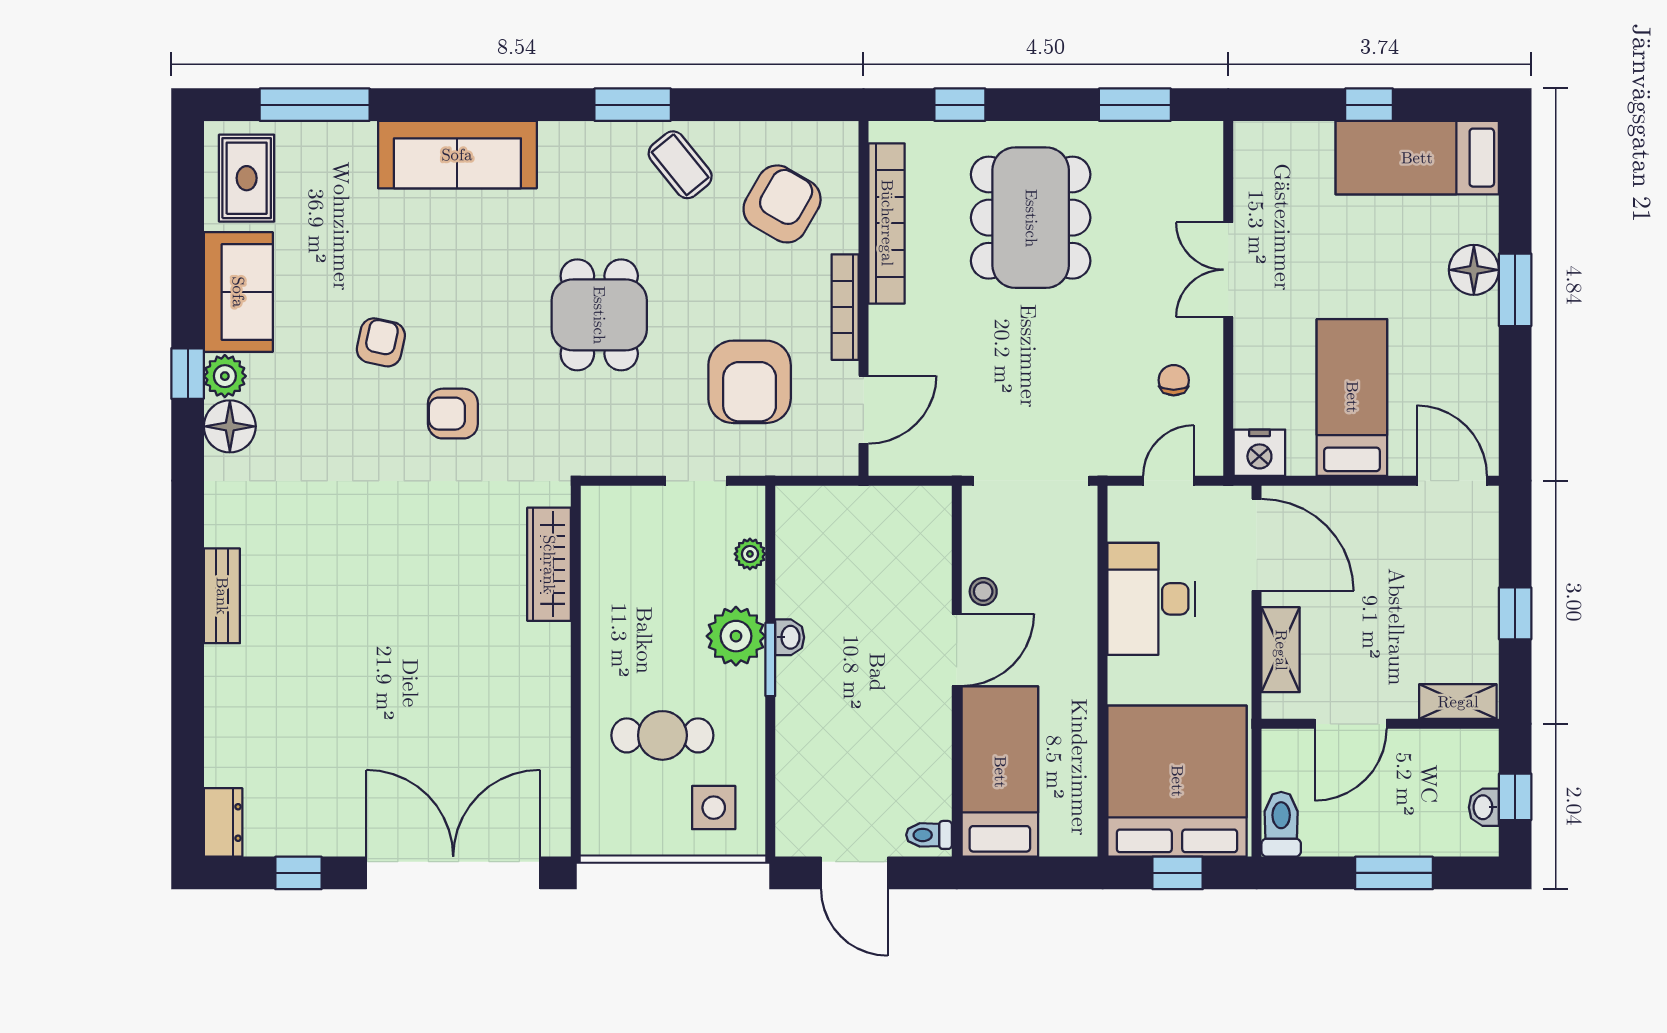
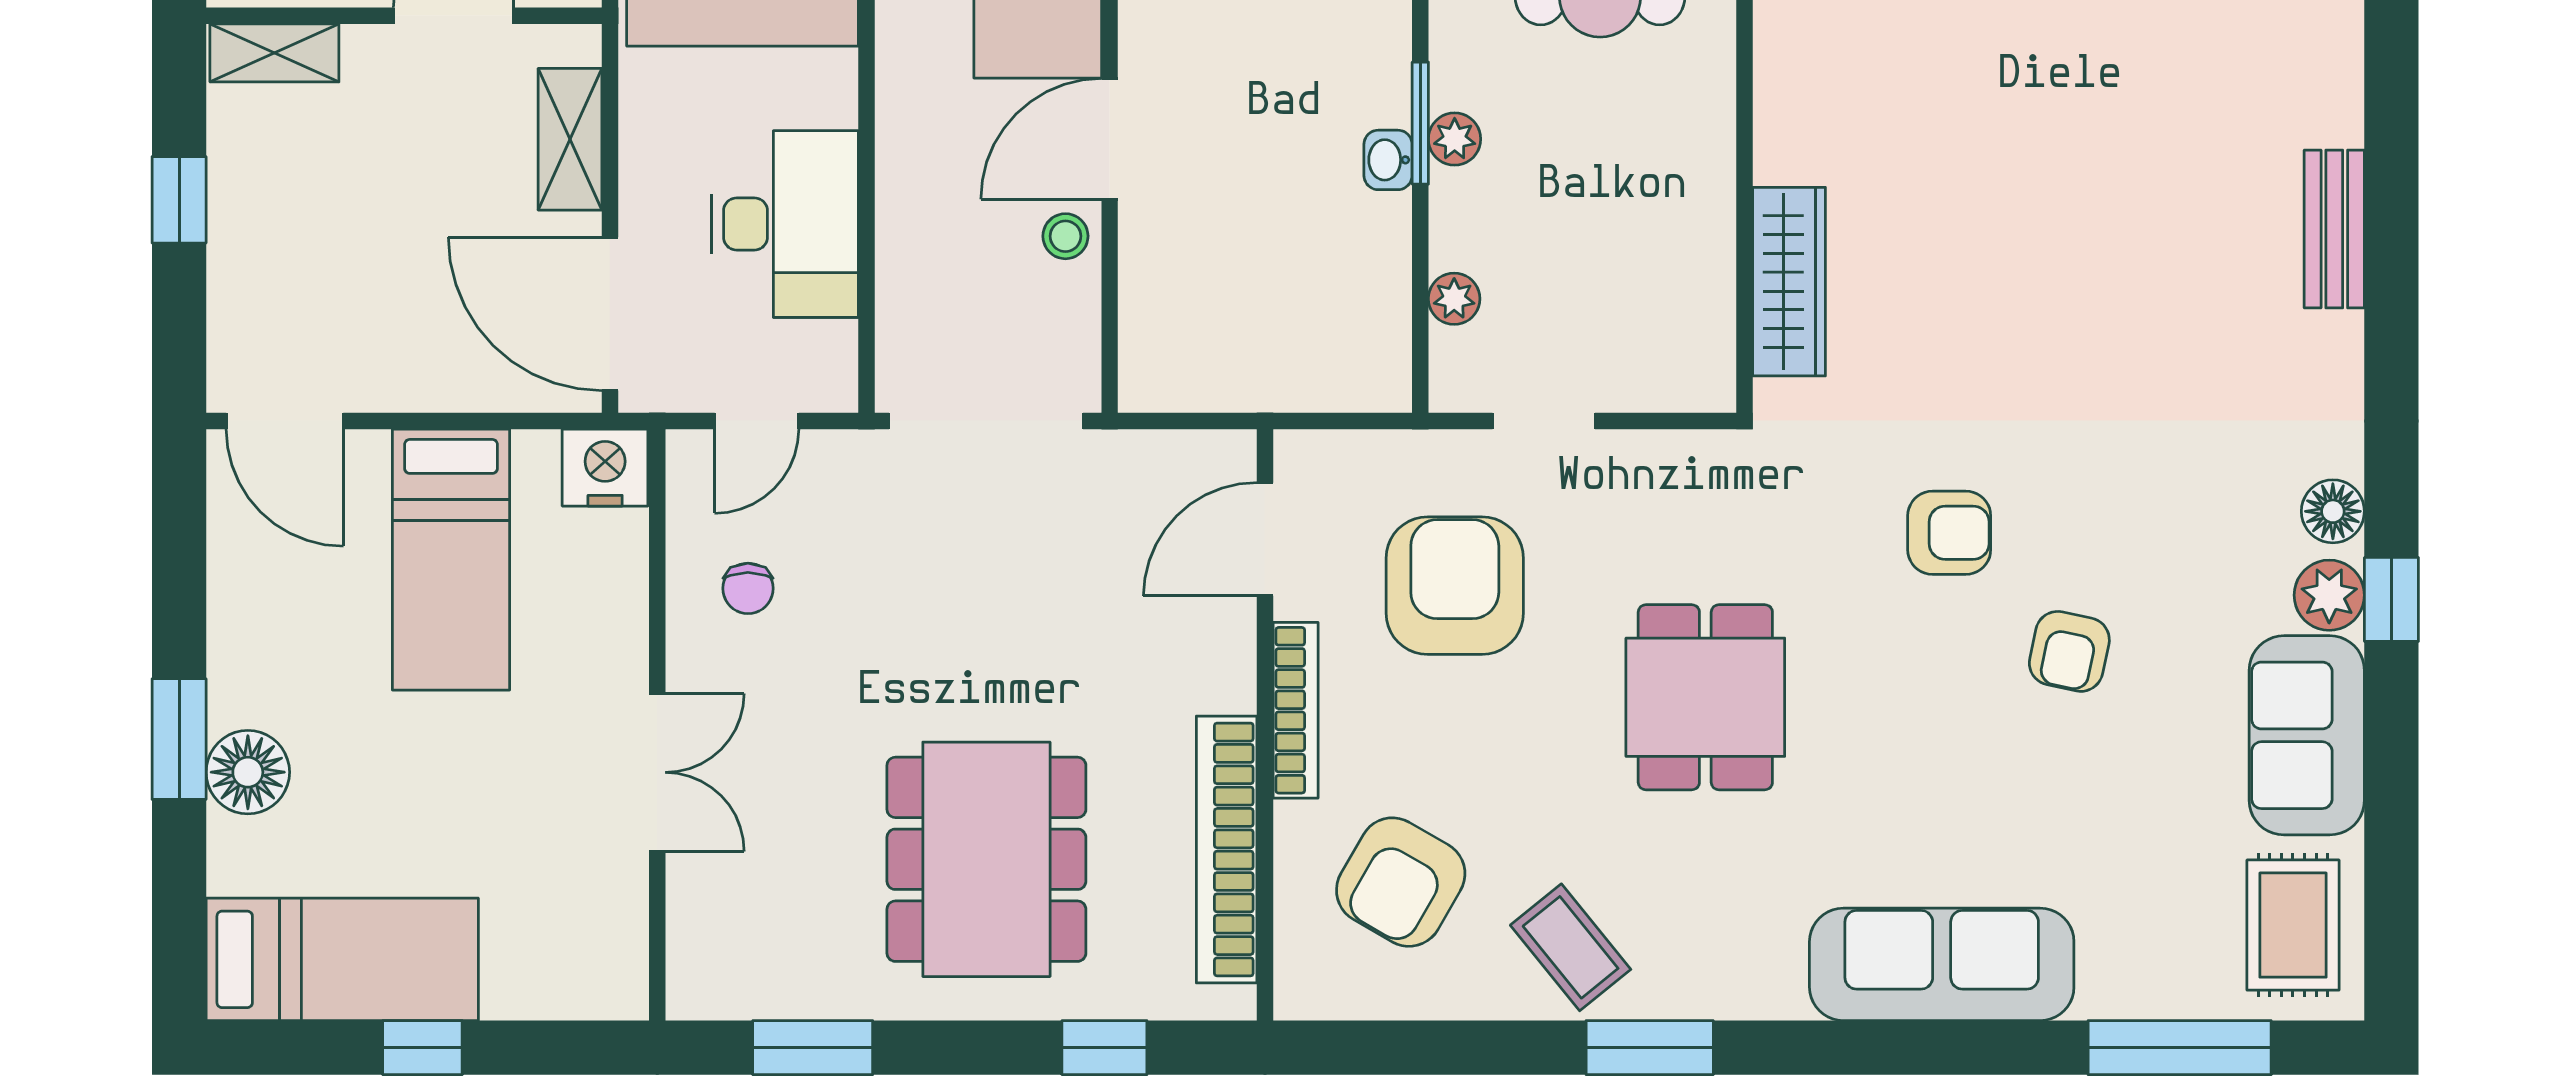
floor lamp: (230, 426) -> (2333, 511), width x0.73, depth x0.73
plant: (736, 636) -> (1455, 139), width x0.53, depth x0.53

